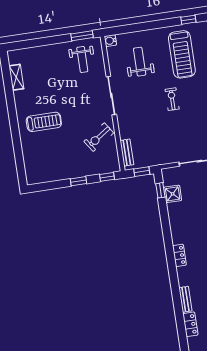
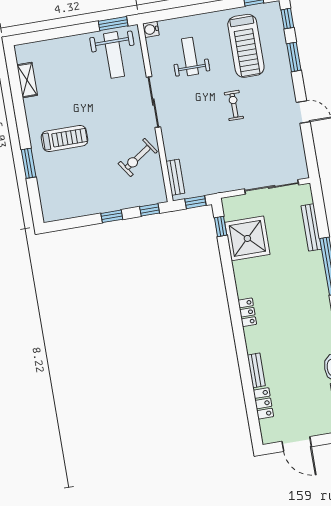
weight bench: (82, 59) -> (114, 55), width x1.36, depth x1.33
window: (16, 140) -> (29, 163), added
shower: (173, 194) -> (247, 238), width x1.86, depth x1.86

